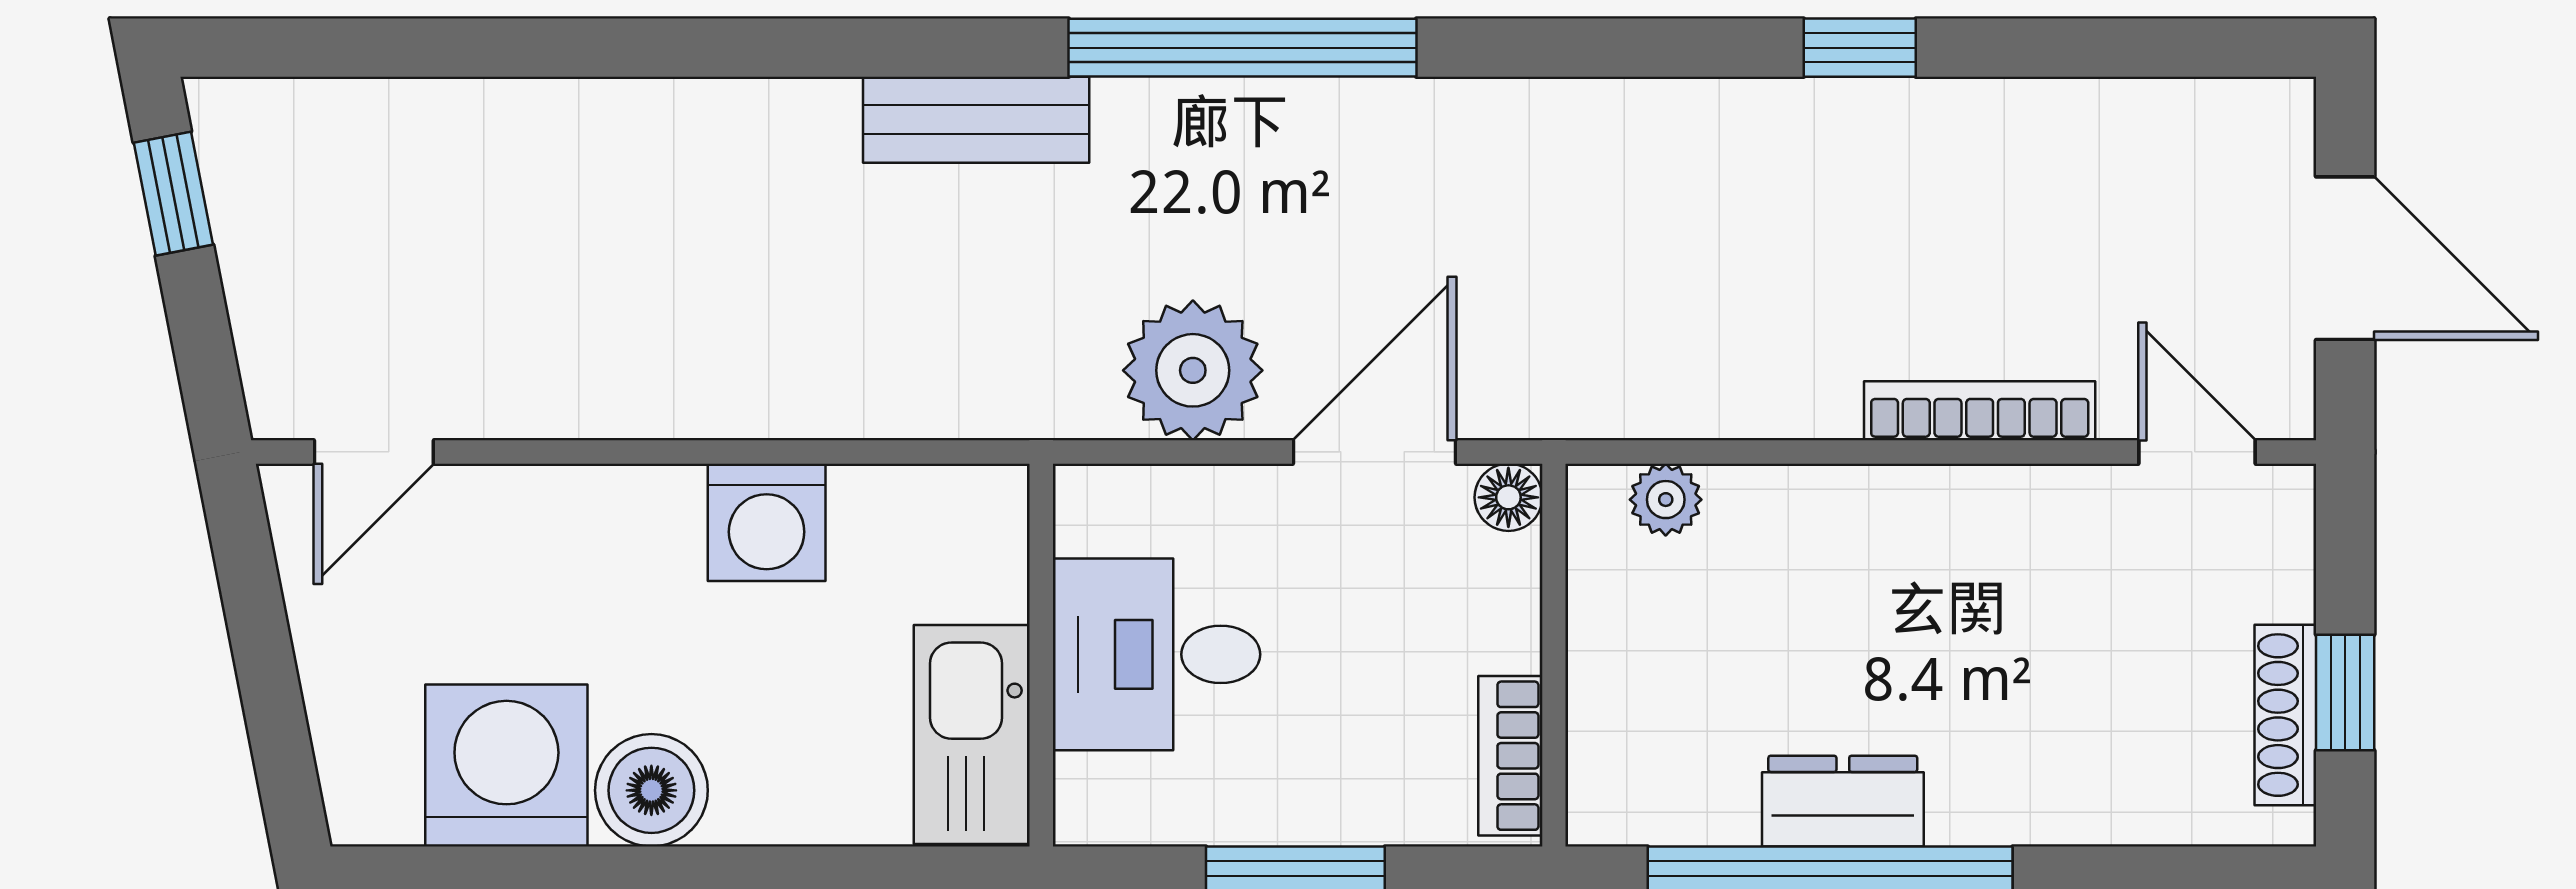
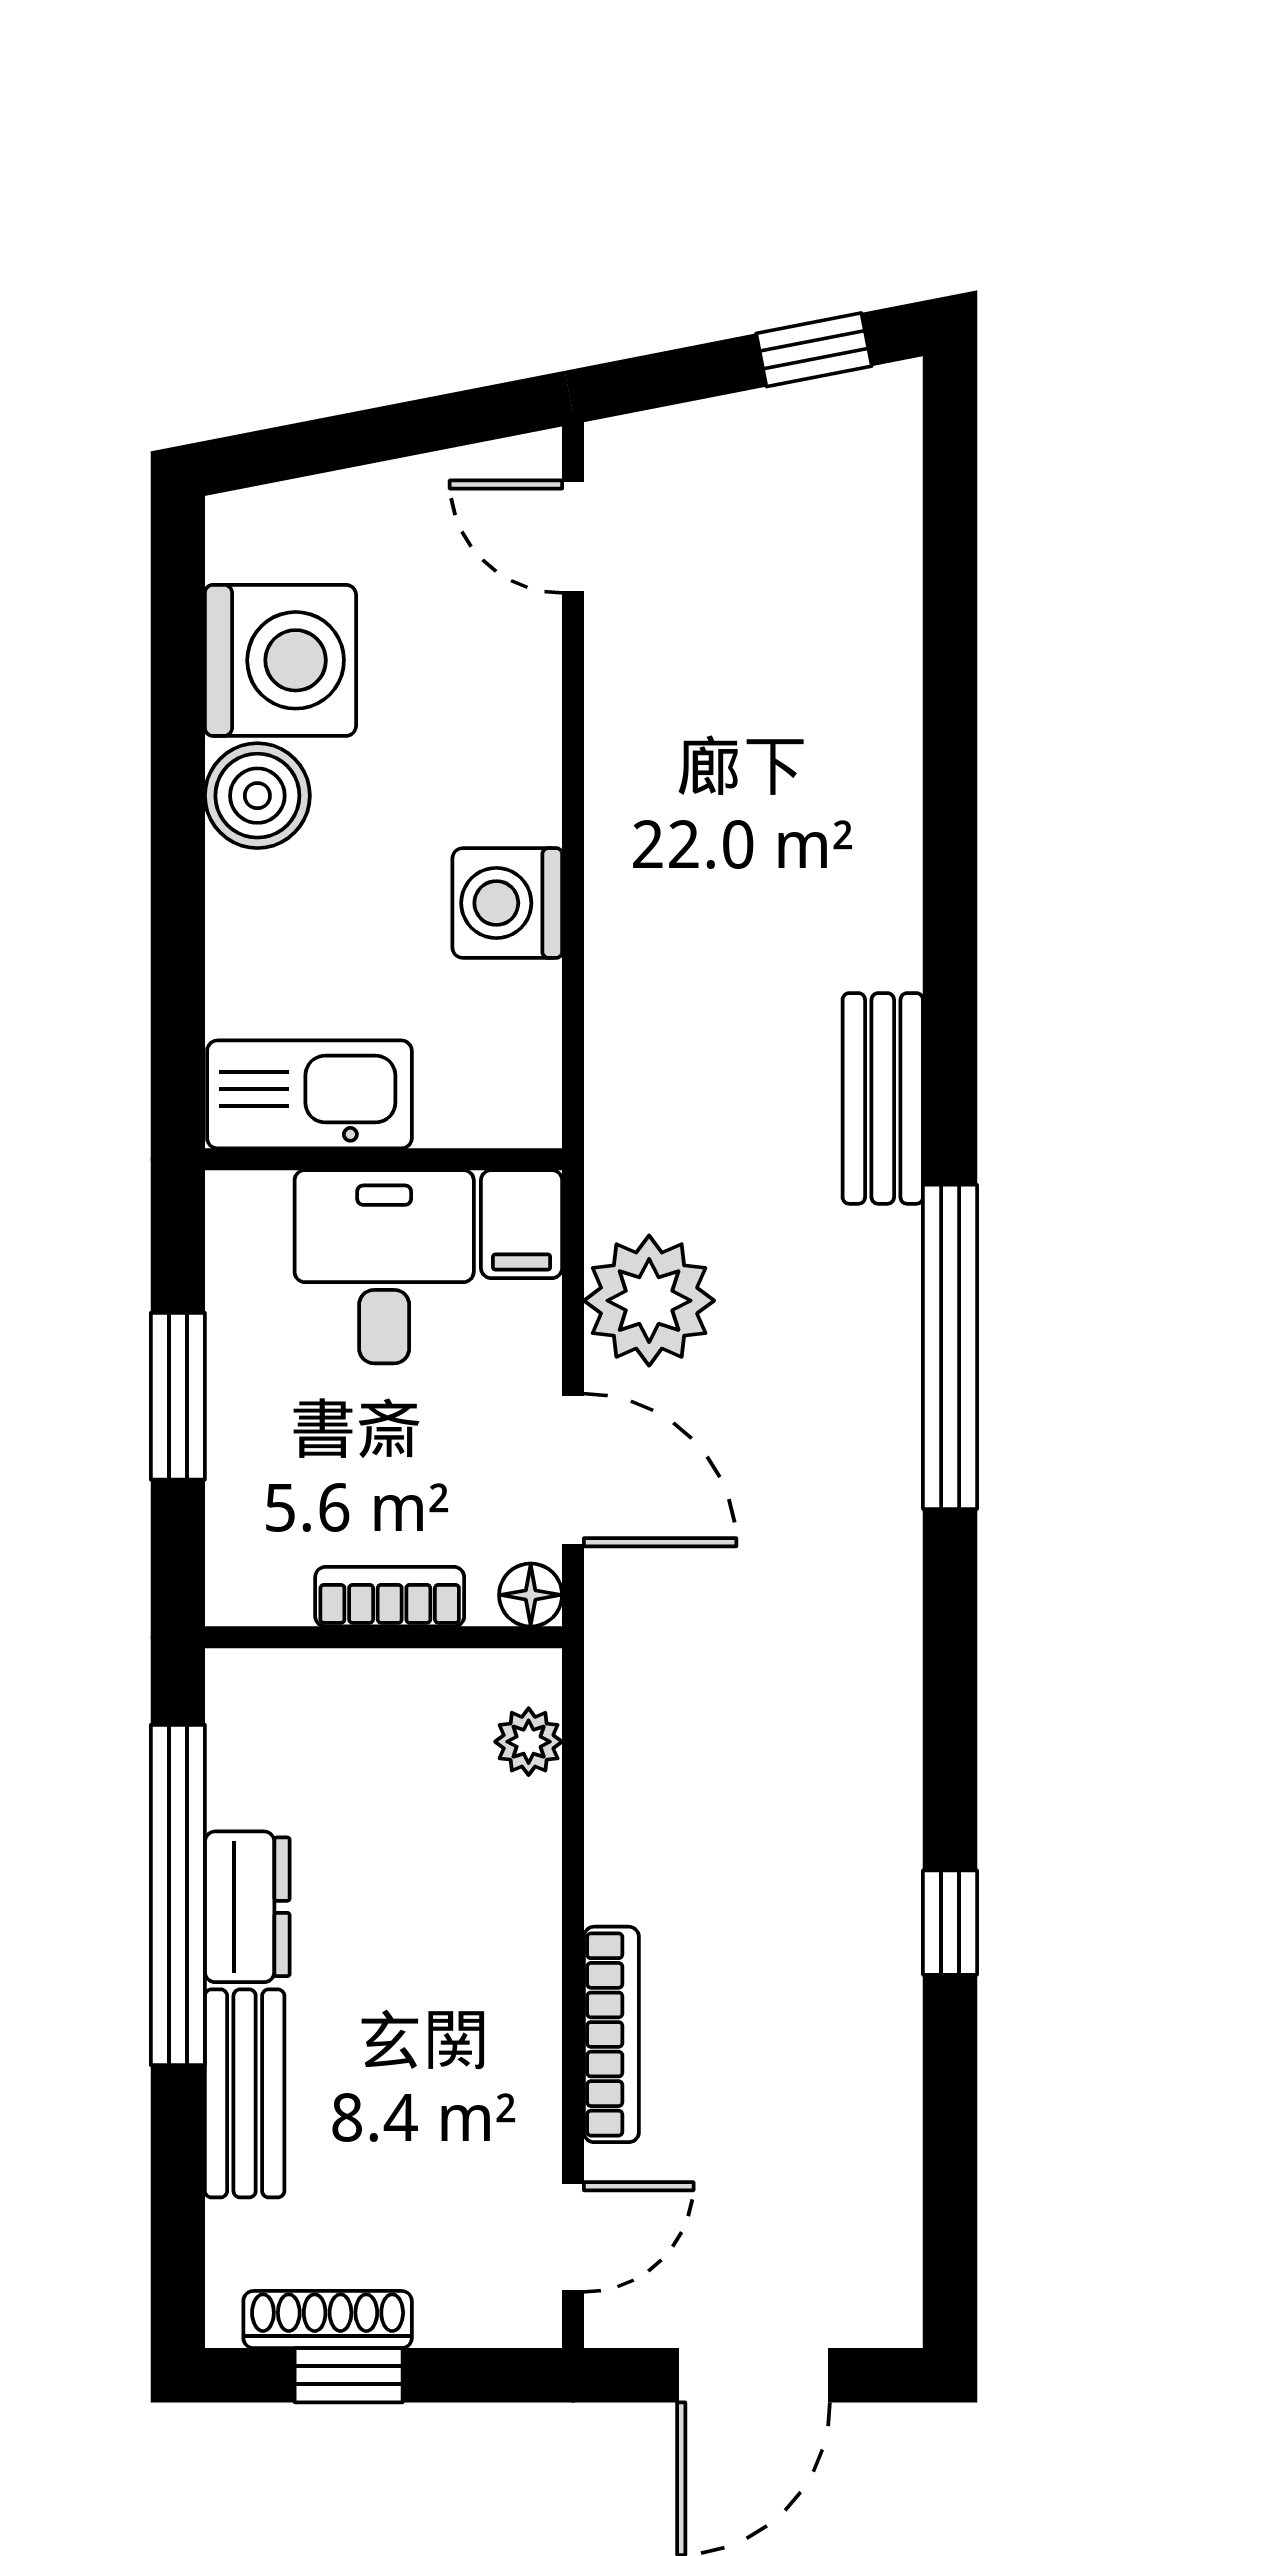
filing cabinet: (1111, 507) -> (522, 1224), added
bookcase: (1510, 756) -> (390, 1597), moved
bench: (2043, 804) -> (245, 2093), added

